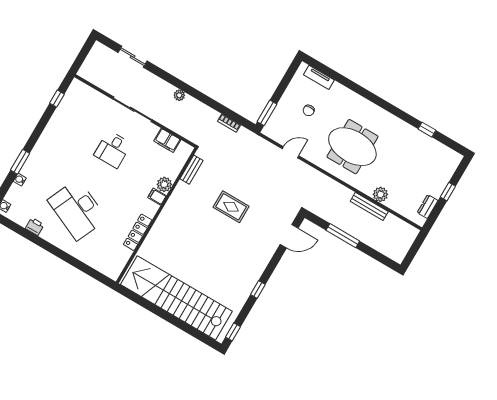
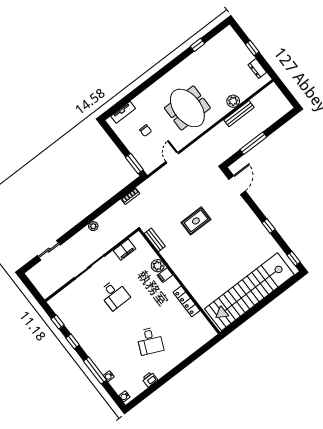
window: (42, 124) -> (73, 341), added
meeting table: (352, 147) -> (187, 108), turned 90
window: (20, 162) -> (95, 371), width x1.44
desk: (77, 210) -> (150, 341), width x0.53, depth x0.77

